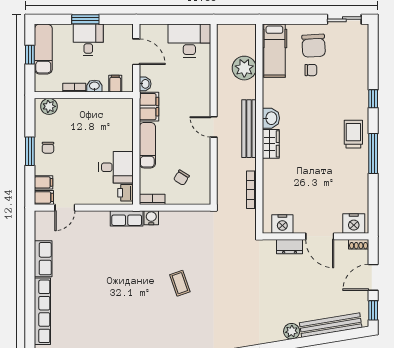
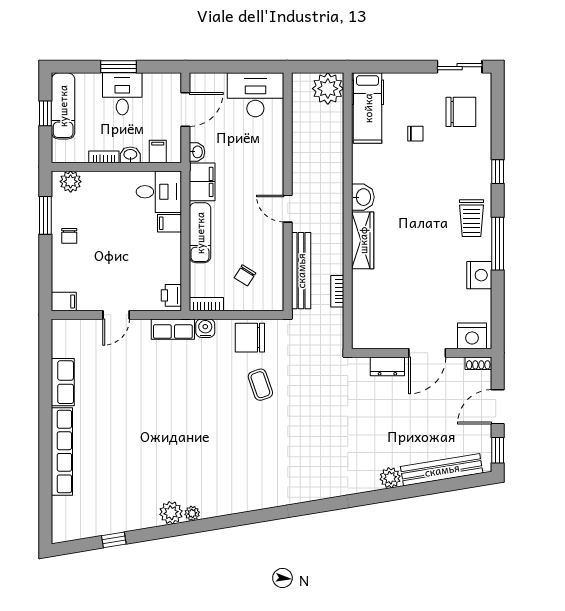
chair: (314, 46) -> (461, 112), moved, turned -87
door: (136, 52) -> (185, 109), hinge flipped
plant: (244, 68) -> (328, 89), moved
bench: (249, 129) -> (301, 271), moved
trolley: (353, 134) -> (471, 218), turned 180
wardrobe: (271, 144) -> (363, 240), width x1.50
window: (30, 151) -> (45, 215), moved
desk: (116, 167) -> (159, 192), moved
filing cabinet: (44, 182) -> (170, 223), moved, turned 180
bookcase: (251, 190) -> (337, 291), width x0.64
door: (65, 208) -> (116, 315), moved
nightstand: (282, 224) -> (479, 275), moved, turned -90
chair: (185, 225) -> (250, 338), added
door: (320, 236) -> (427, 353), hinge flipped
coffee table: (180, 283) -> (260, 385), moved

